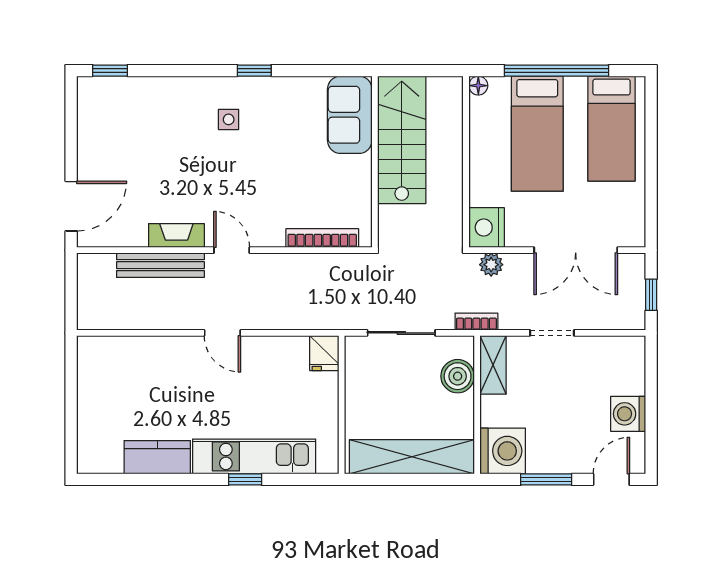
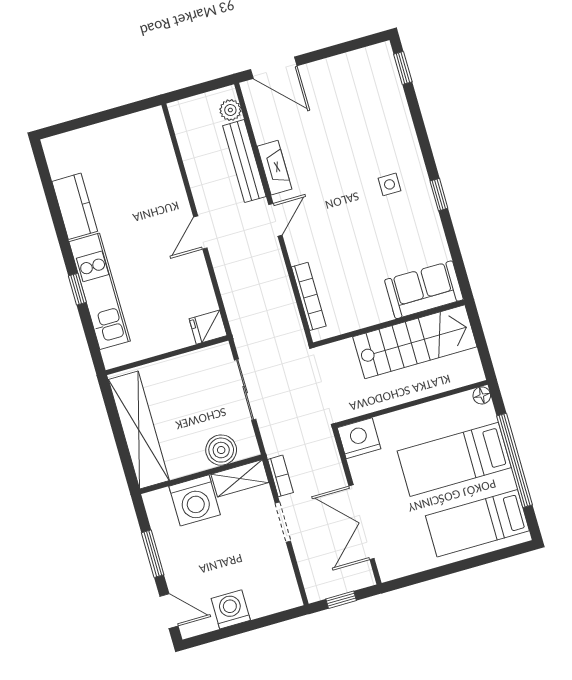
plant: (491, 265) -> (230, 110), moved
bookcase: (476, 322) -> (280, 476), moved
washing machine: (503, 451) -> (195, 500), moved

